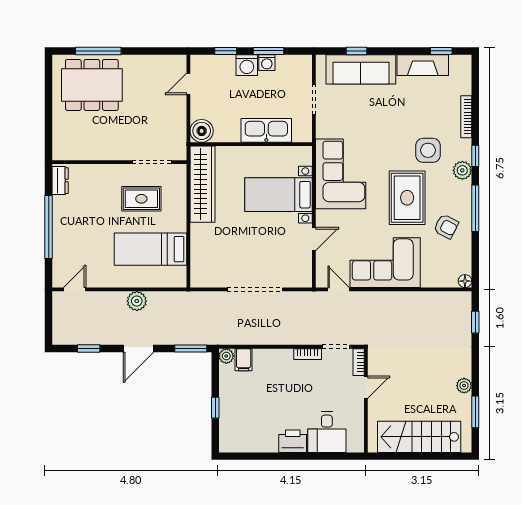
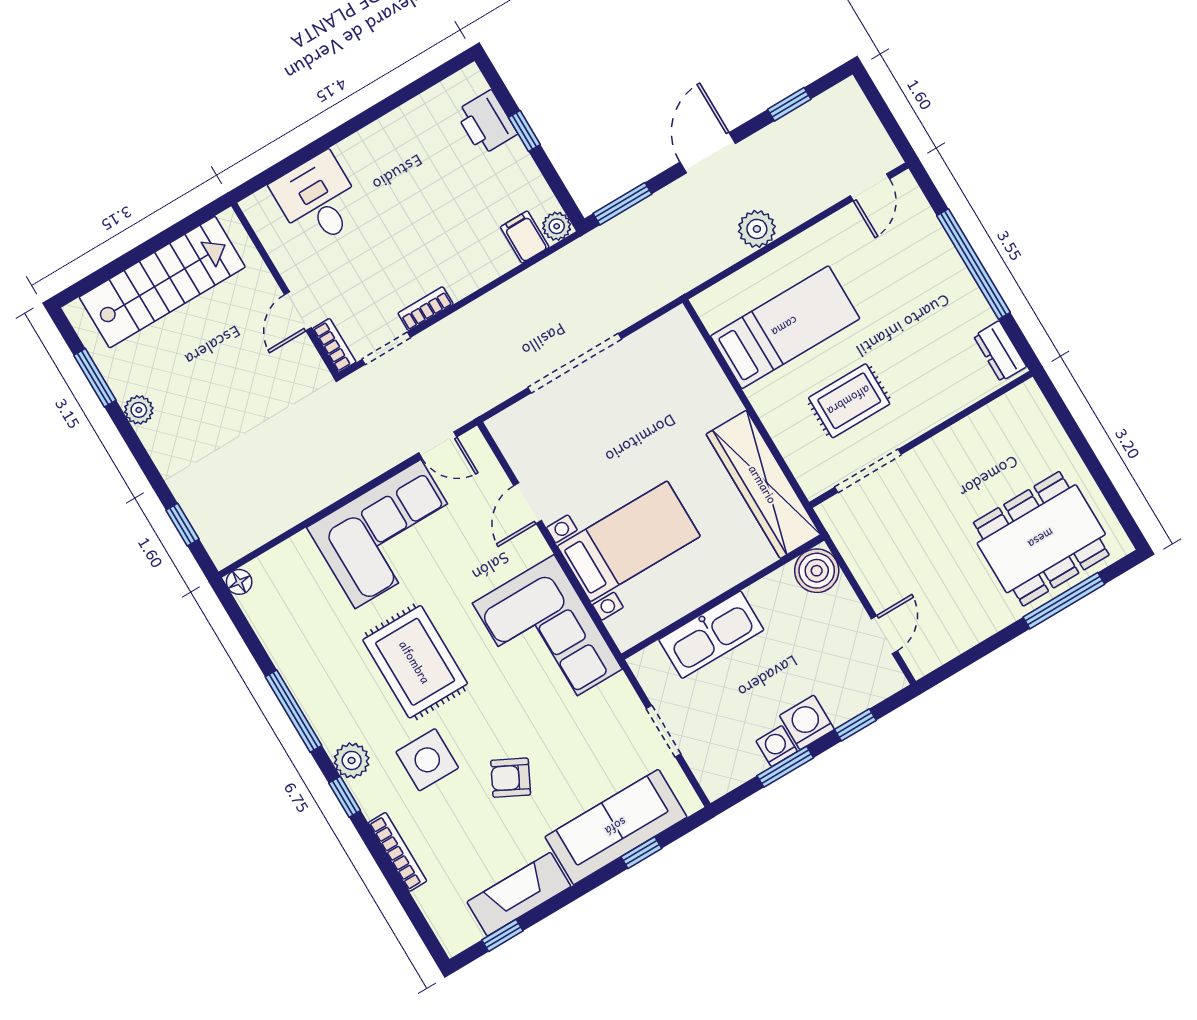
armchair: (446, 226) -> (511, 778), moved
printer: (293, 441) -> (486, 123), moved, turned 90

